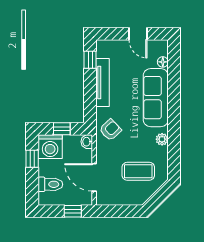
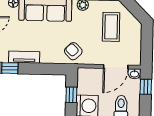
tv unit: (103, 82) -> (24, 57), width x0.71
washbasin: (87, 142) -> (134, 74), moved

